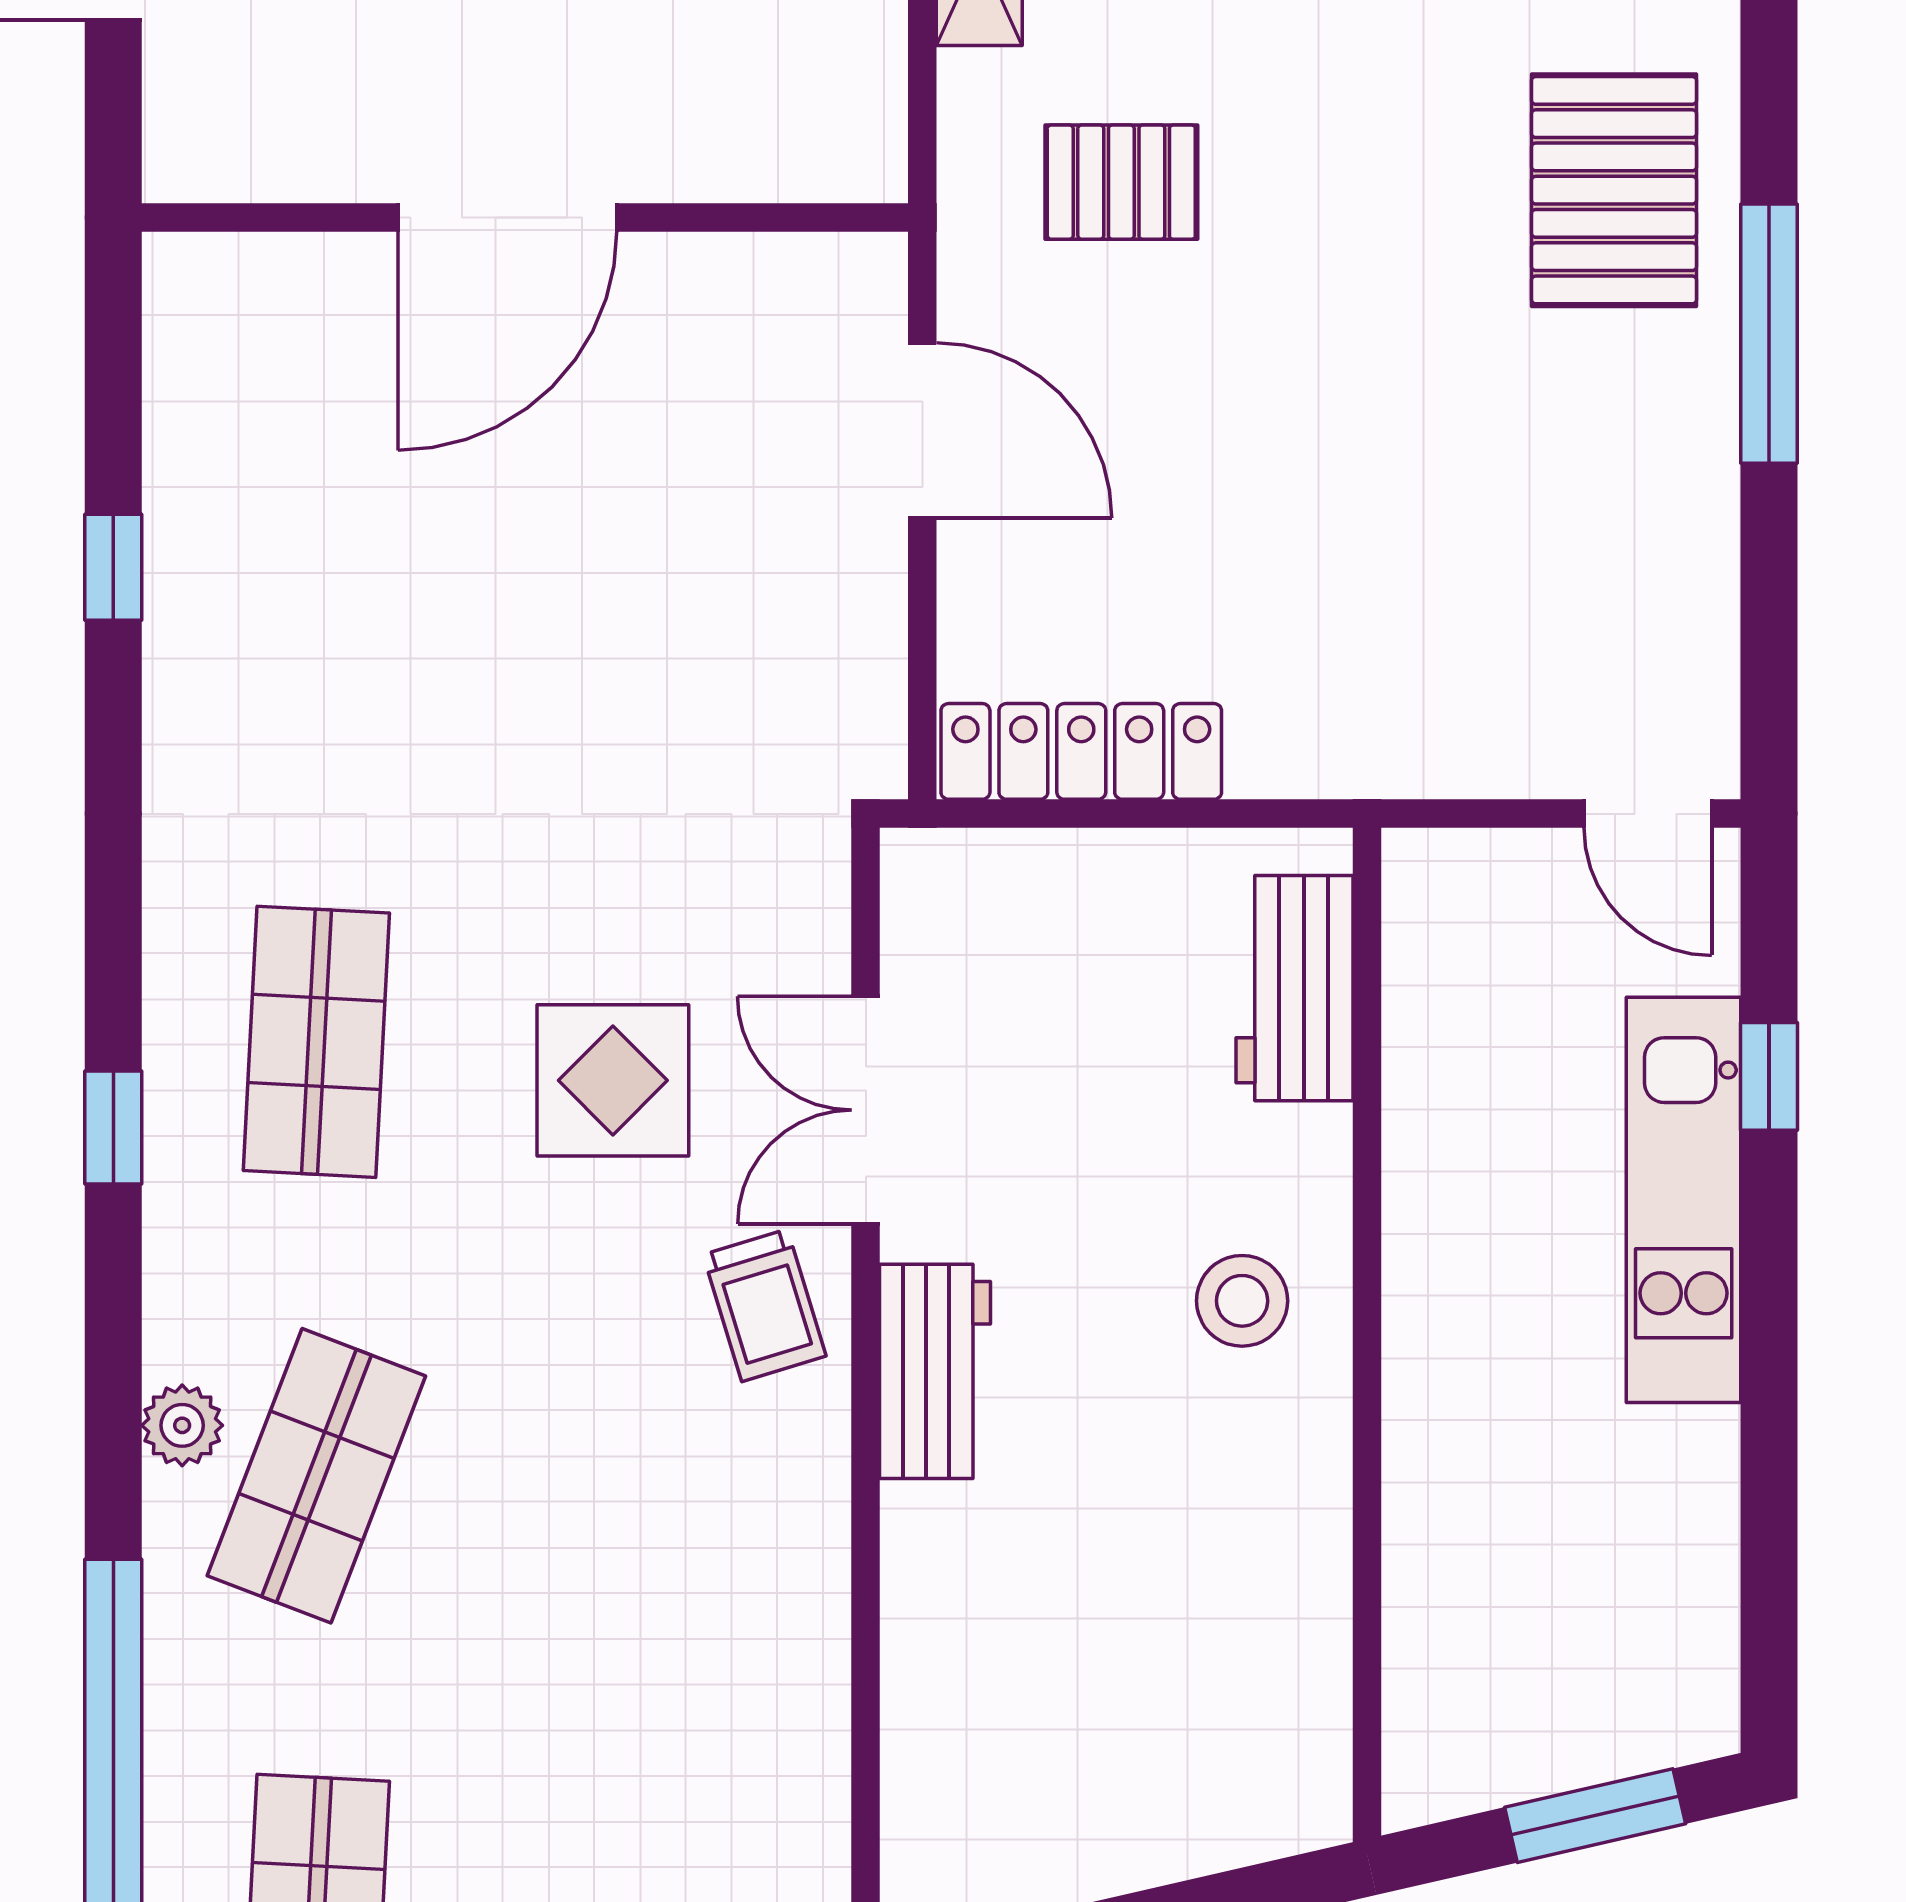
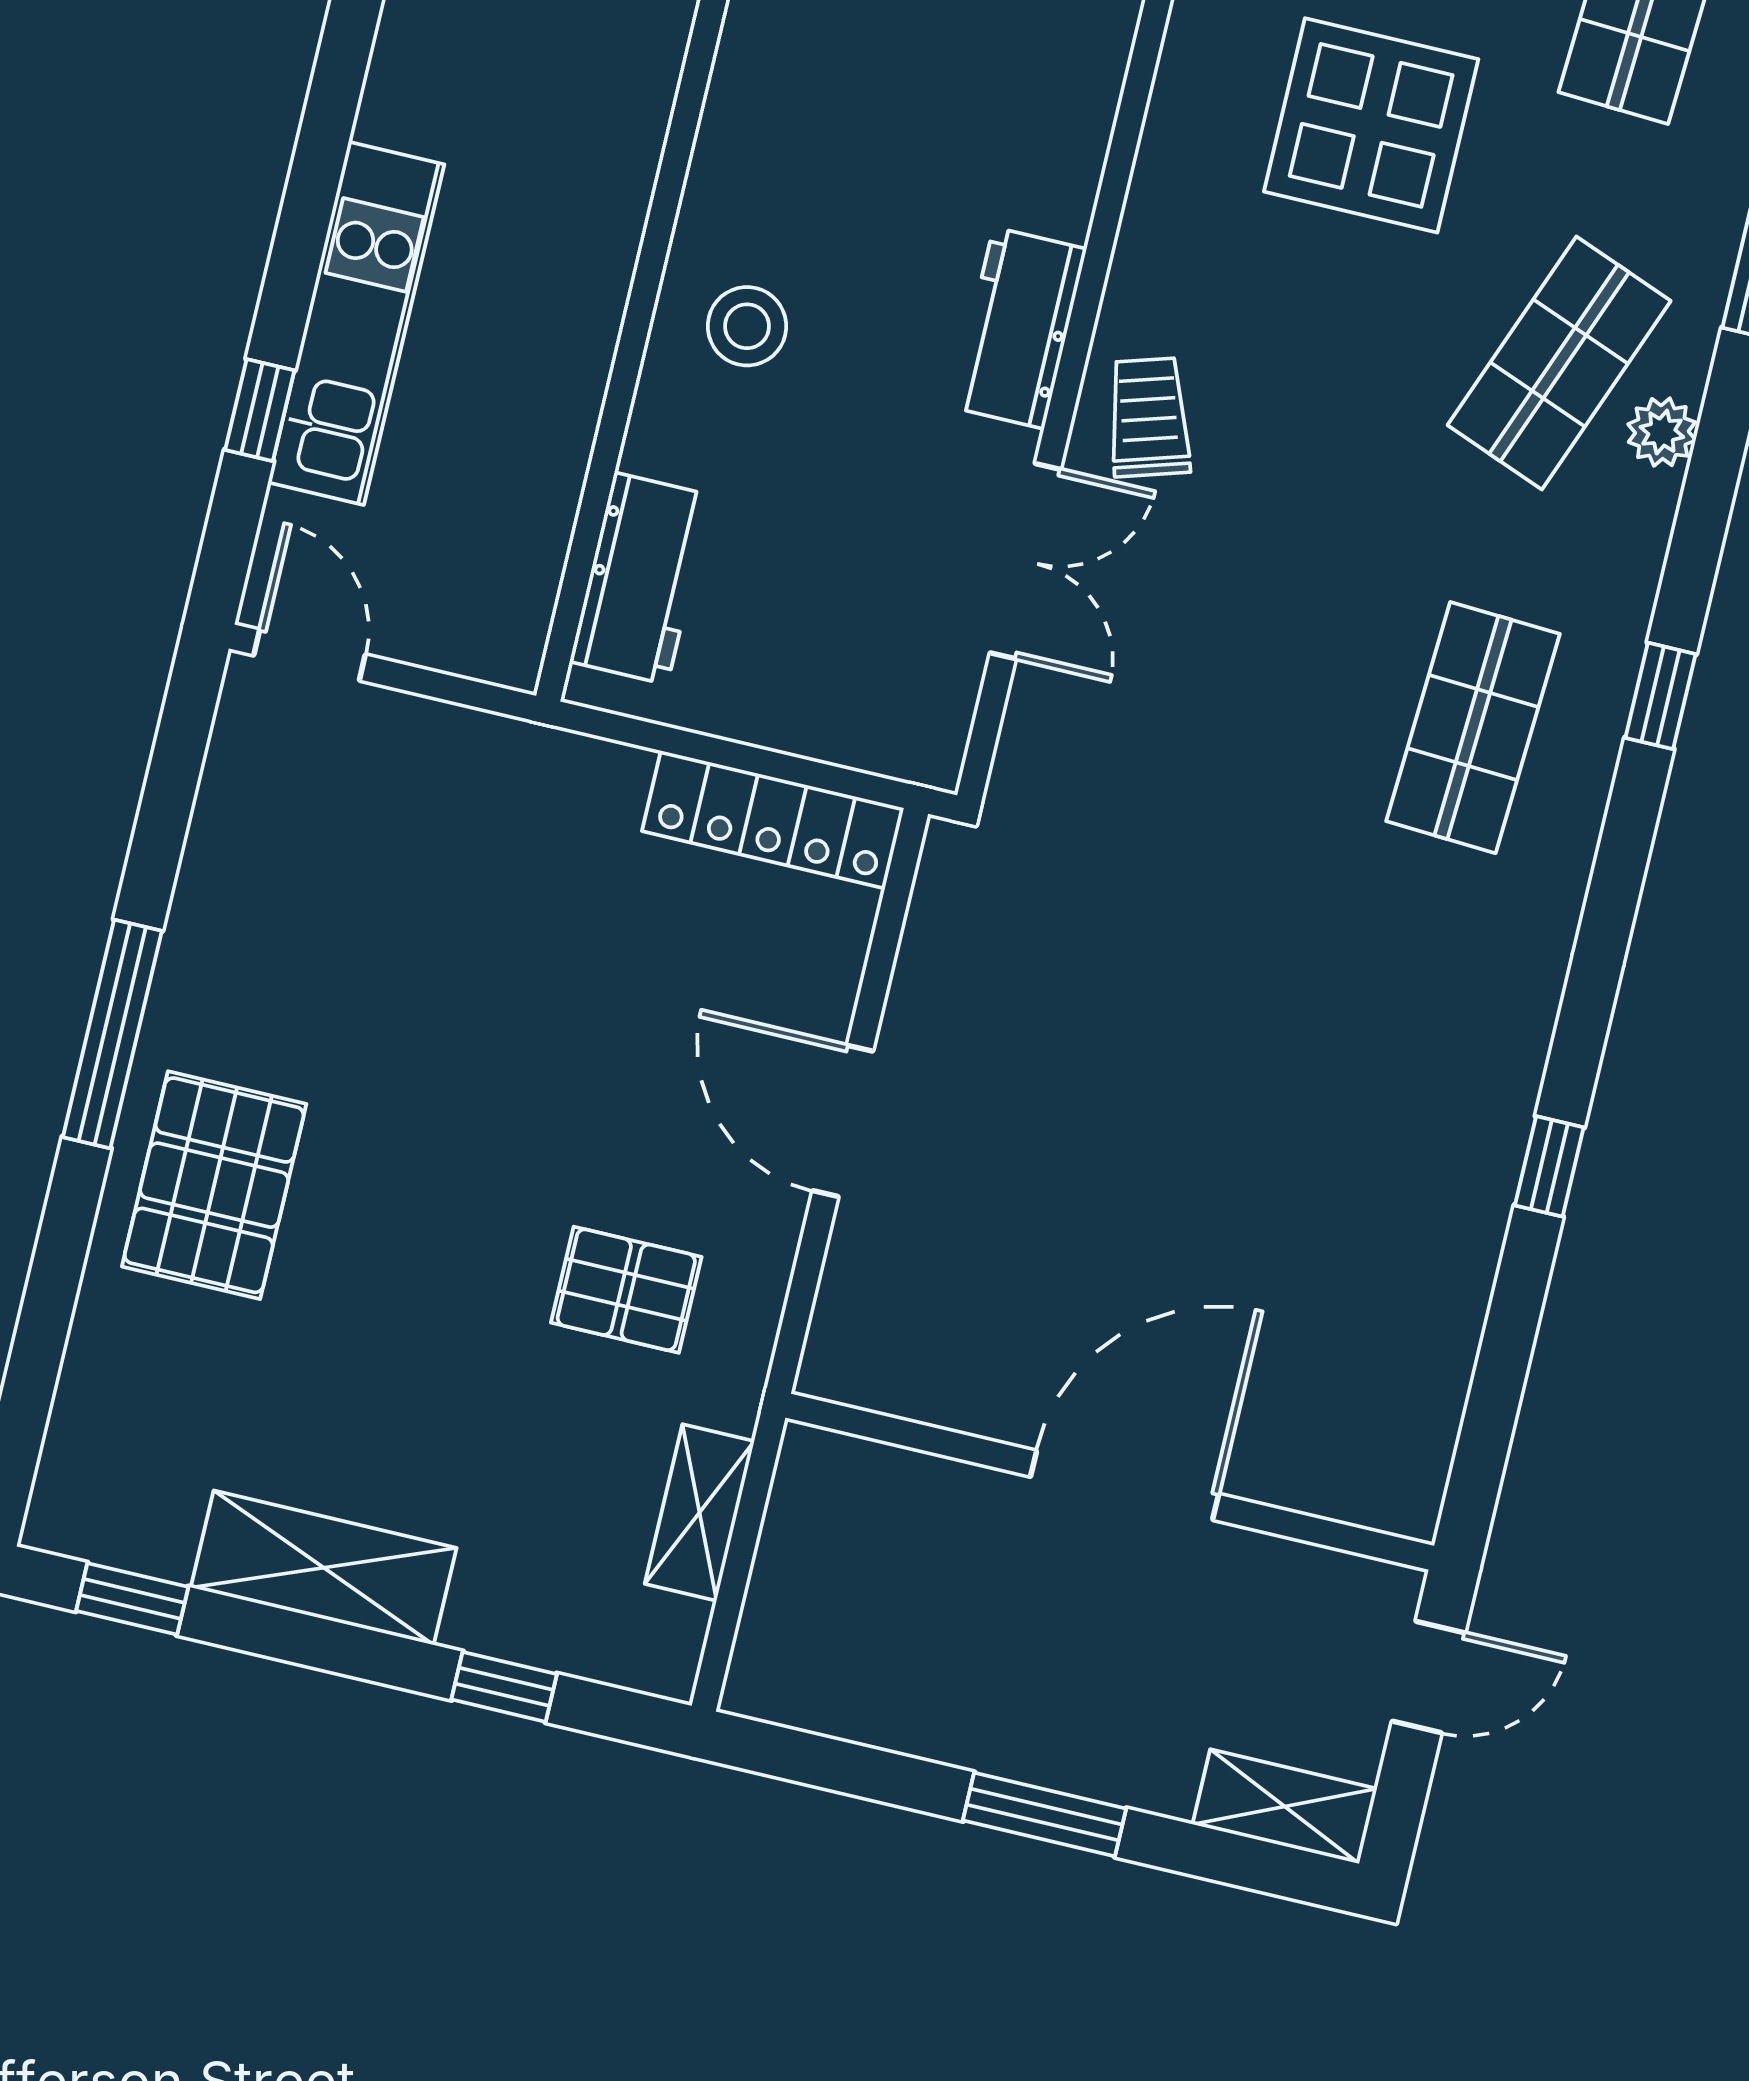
door: (507, 217) -> (1125, 1485), moved
wall: (525, 217) -> (1110, 1482), moved
display table: (613, 1080) -> (1371, 125), moved, width x1.36, depth x1.36

